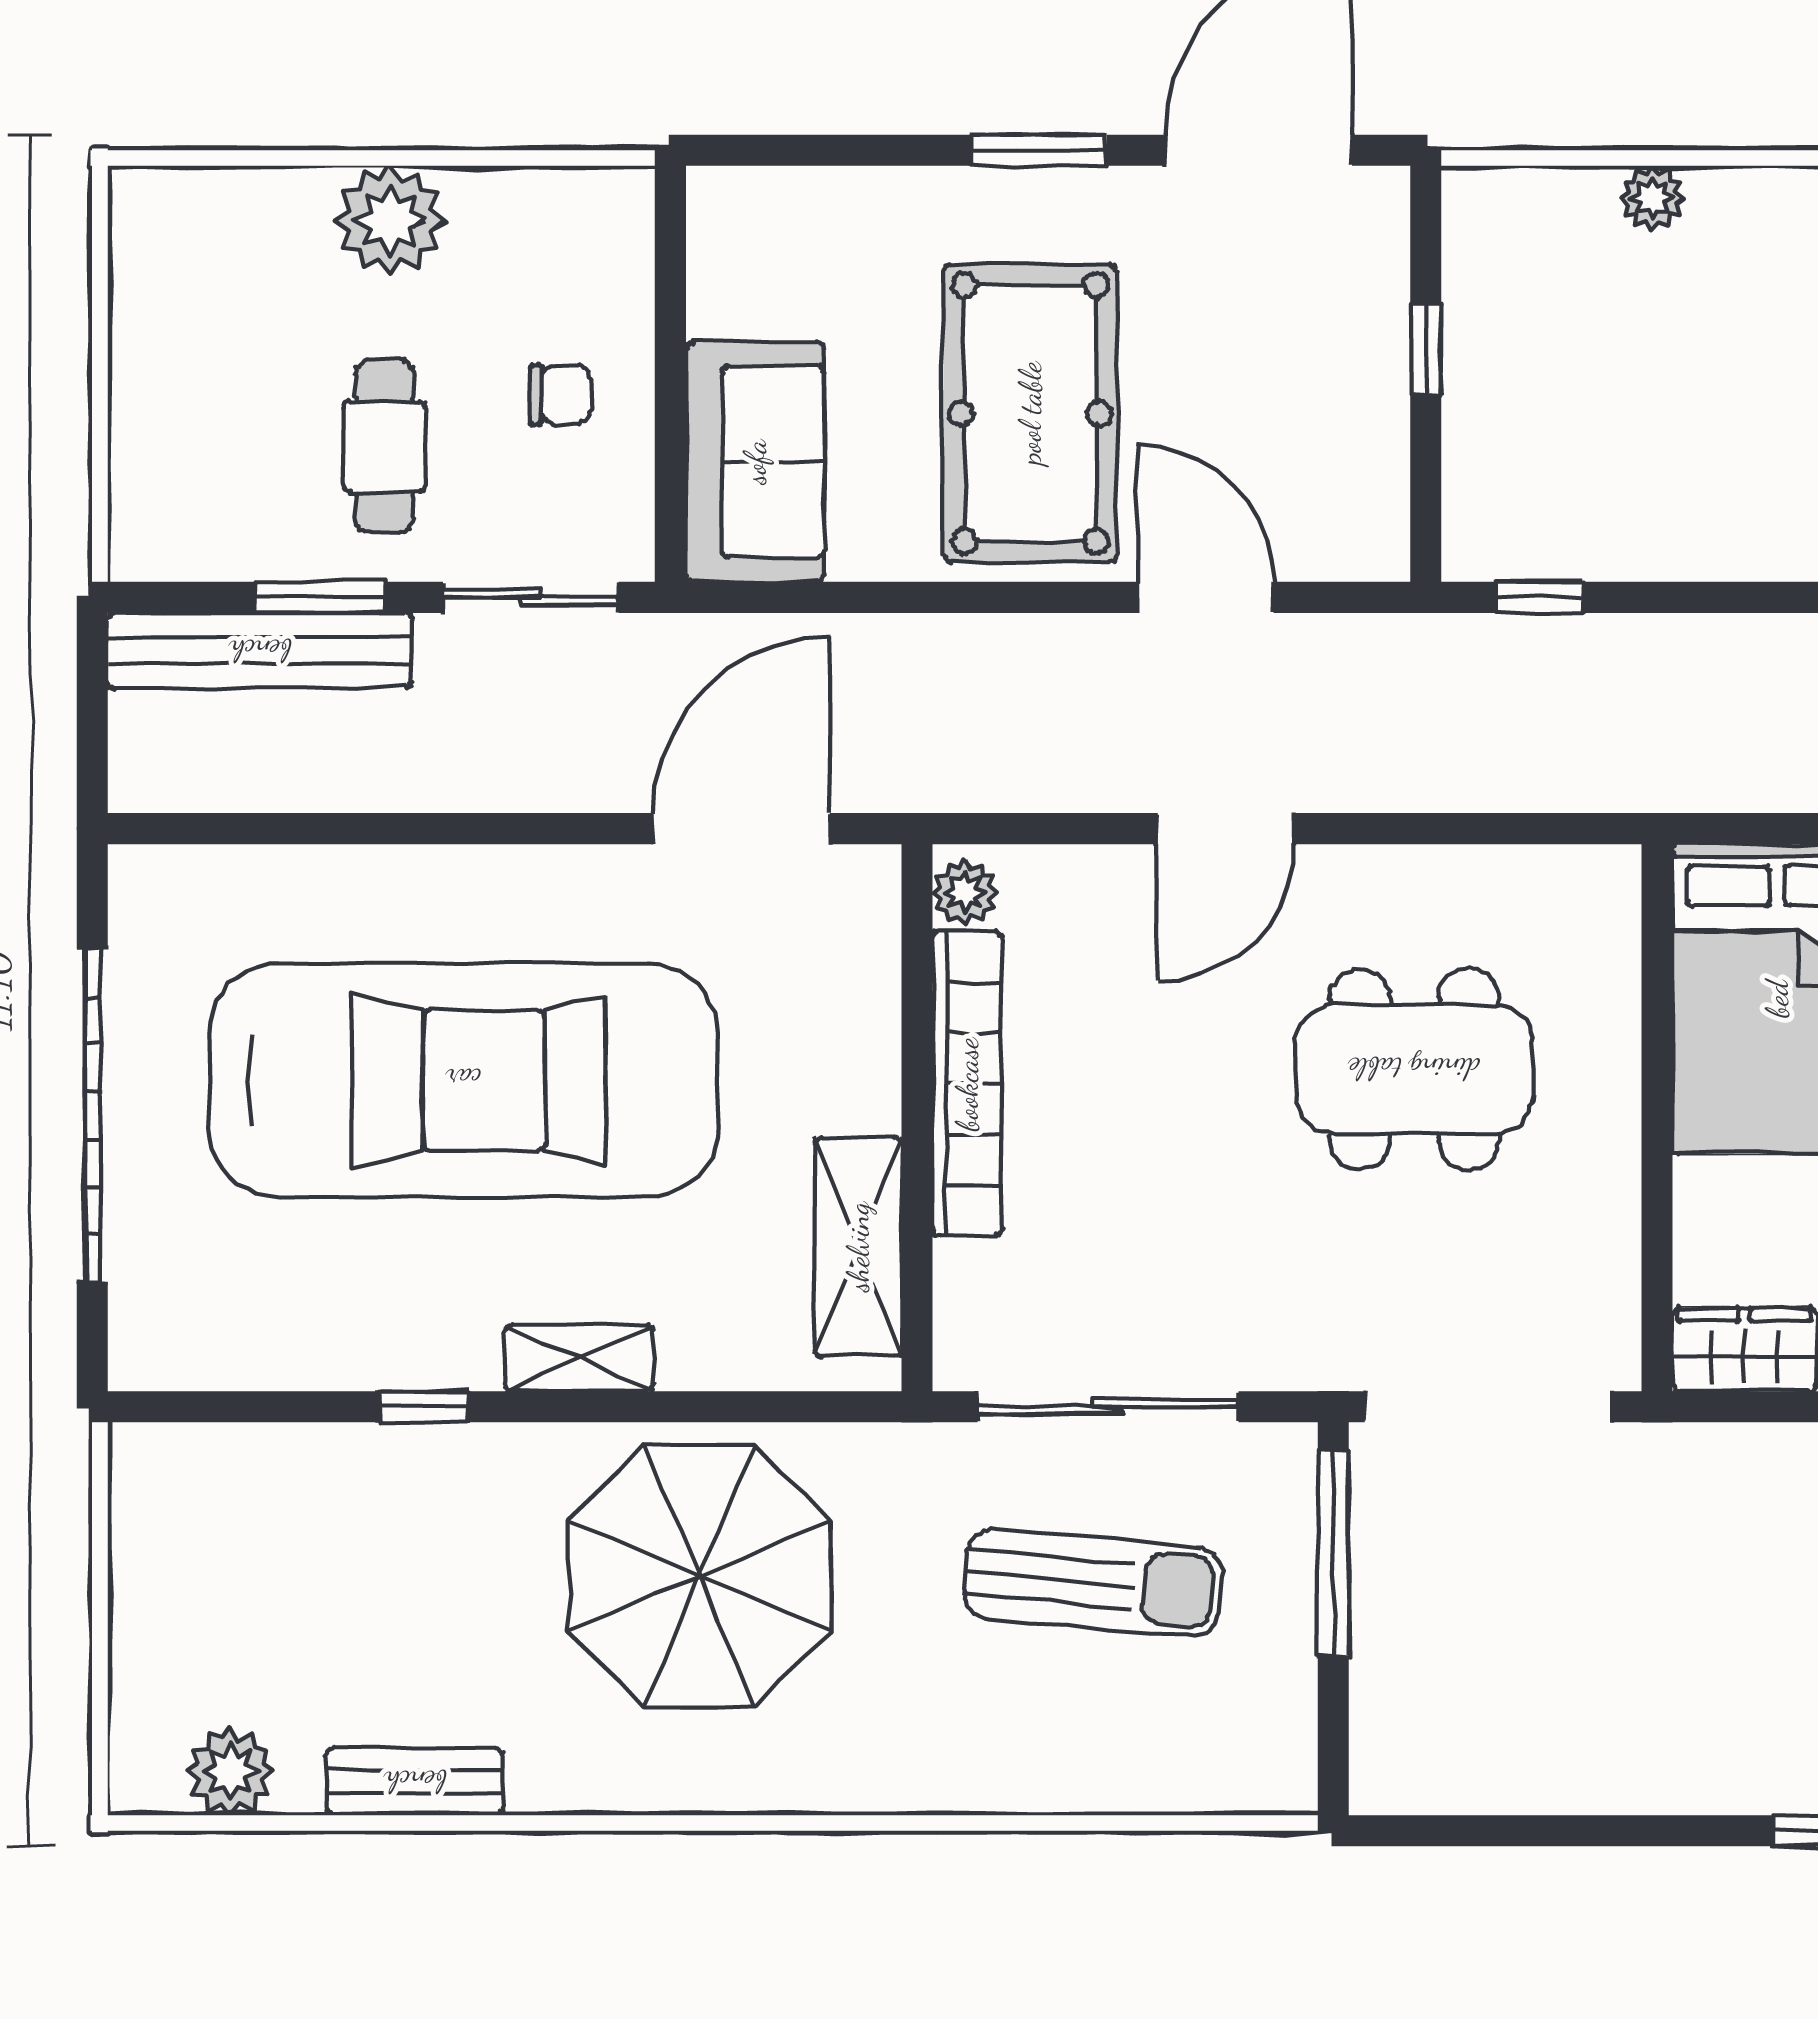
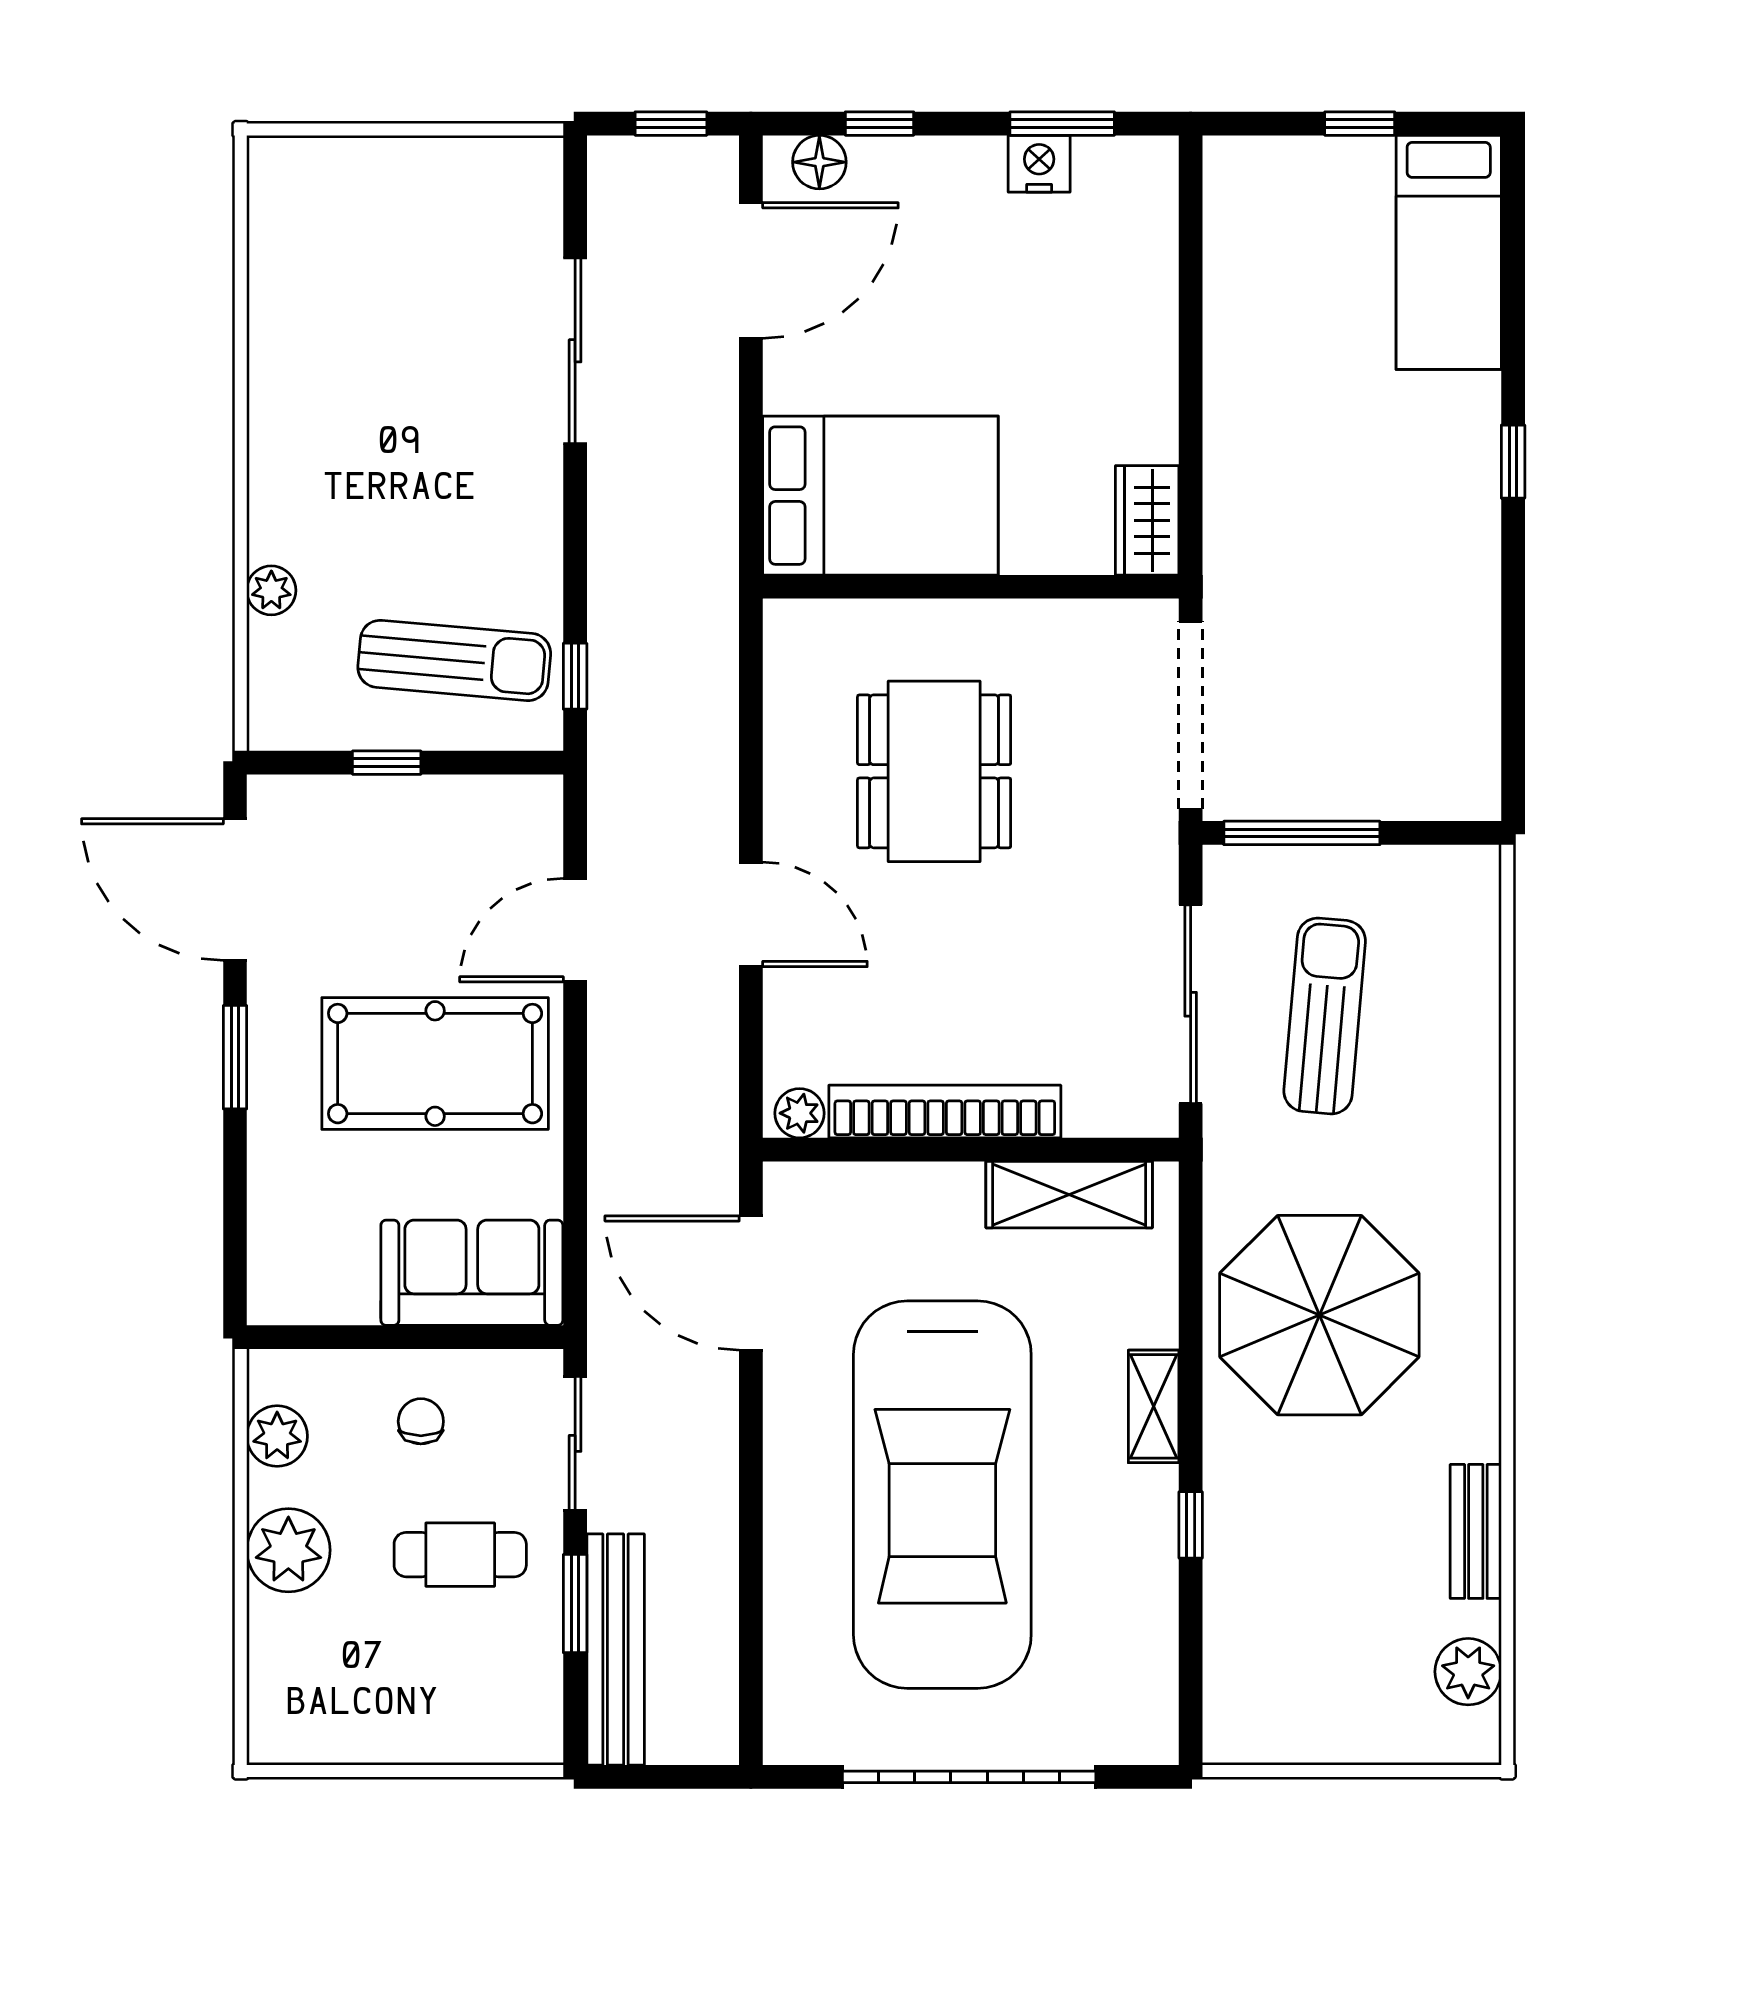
plant: (540, 206) -> (277, 1436), added
sun lounger: (1560, 439) -> (454, 660), added
car: (463, 1080) -> (942, 1495), turned 180

